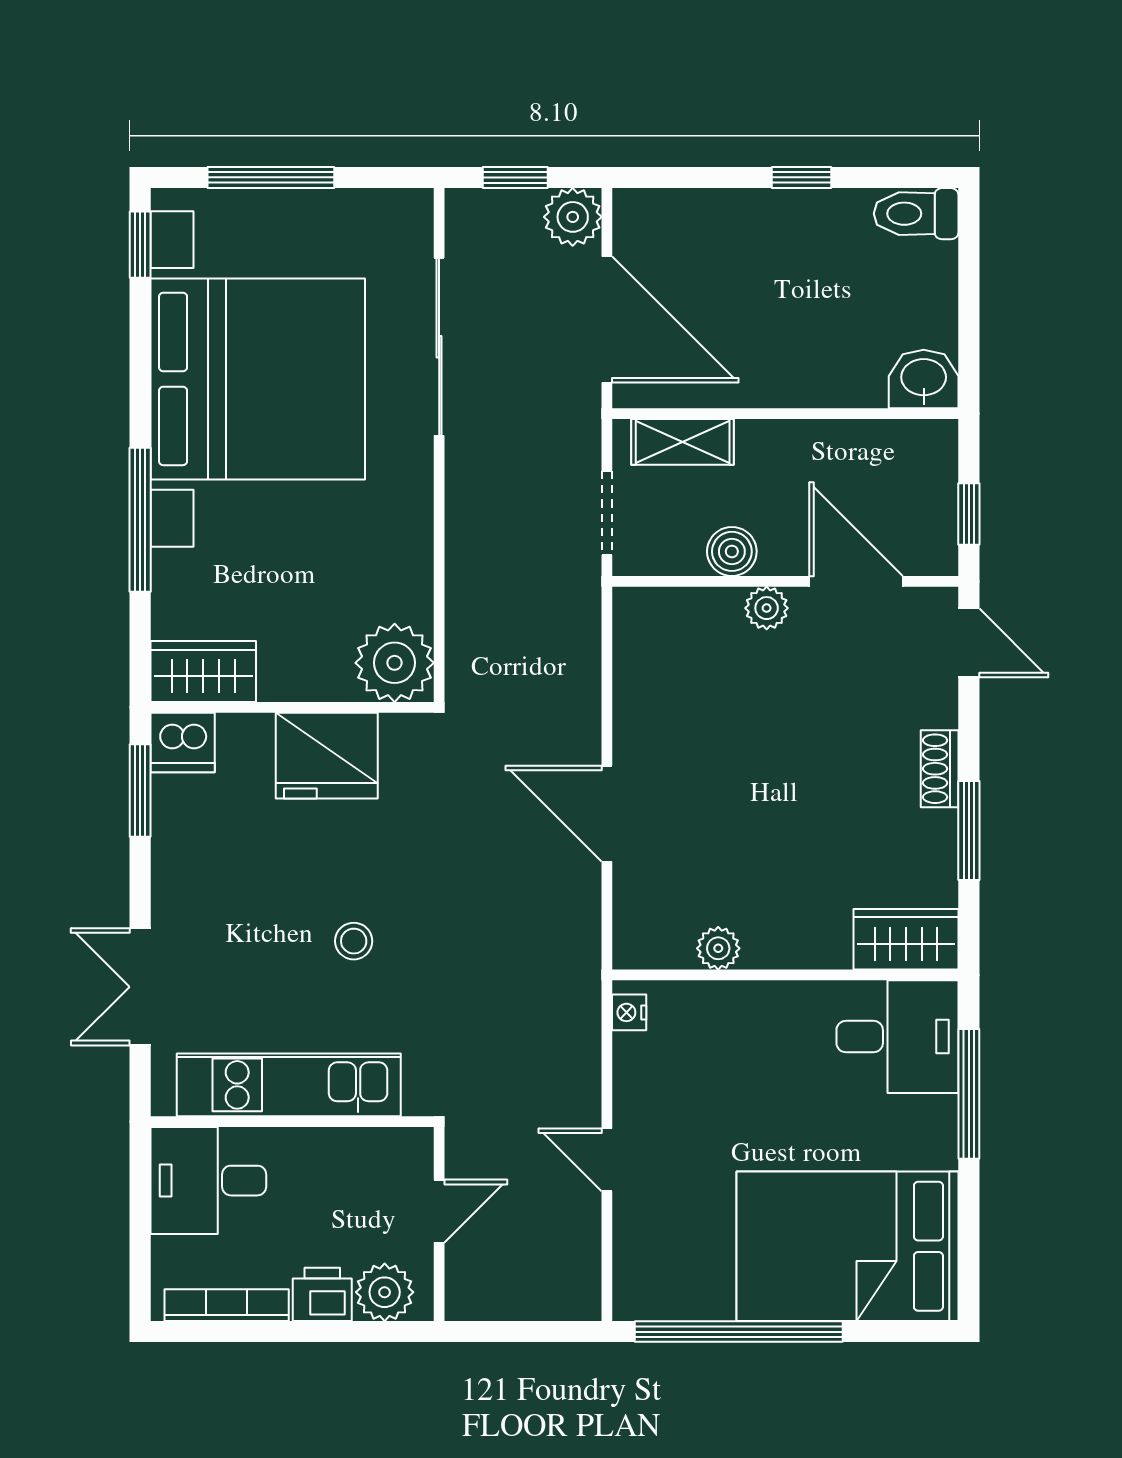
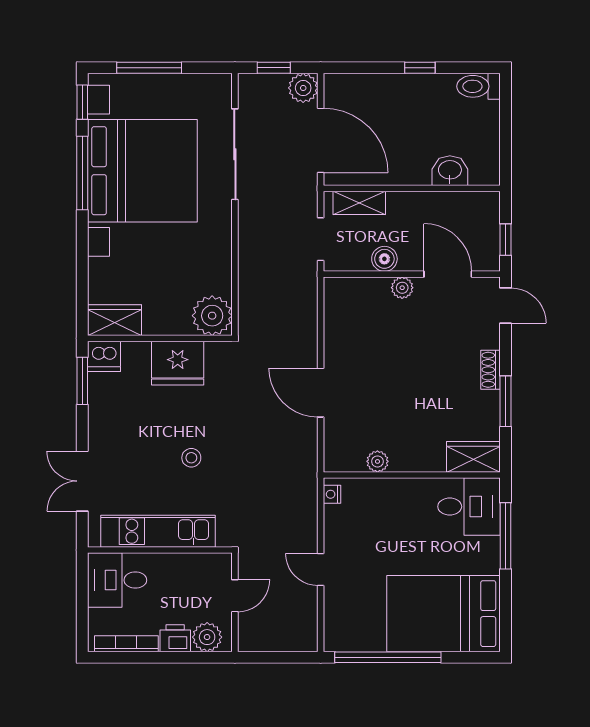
washbasin: (924, 379) -> (450, 171), moved
window: (140, 520) -> (82, 173), moved

